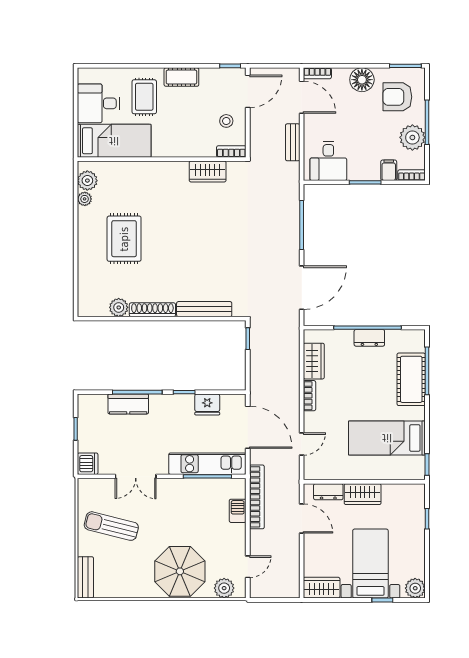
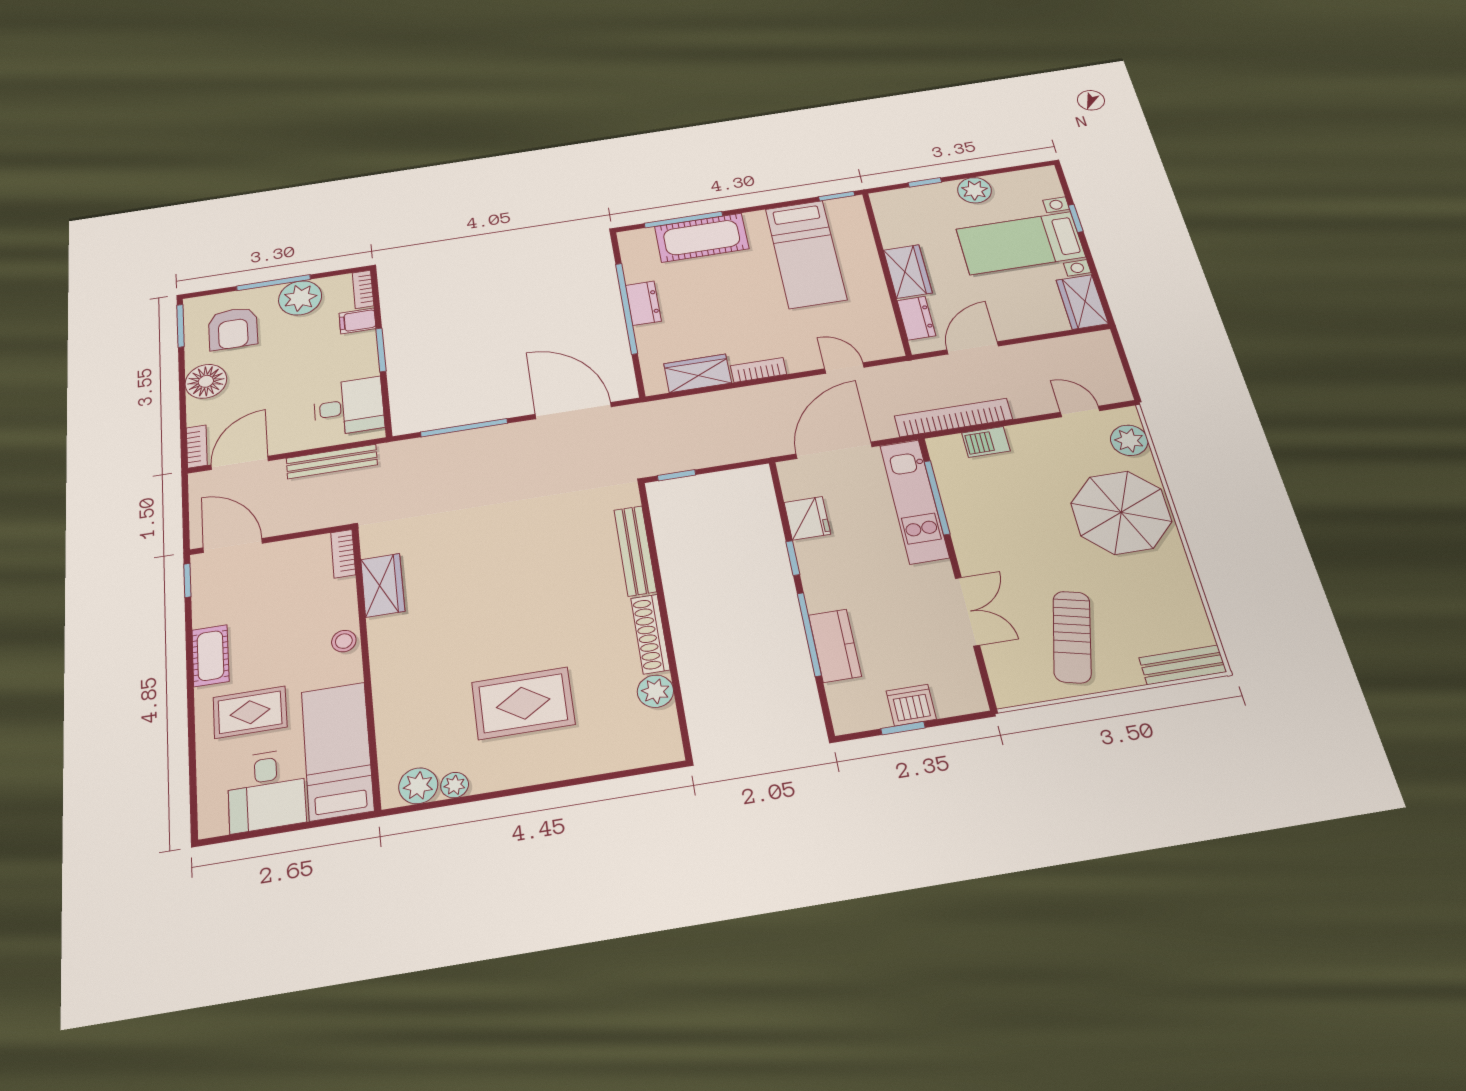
stool: (226, 121) -> (344, 641), moved
bench: (293, 142) -> (332, 462), width x1.36
dishwasher: (88, 464) -> (911, 705), moved
plant: (415, 588) -> (974, 190), moved

